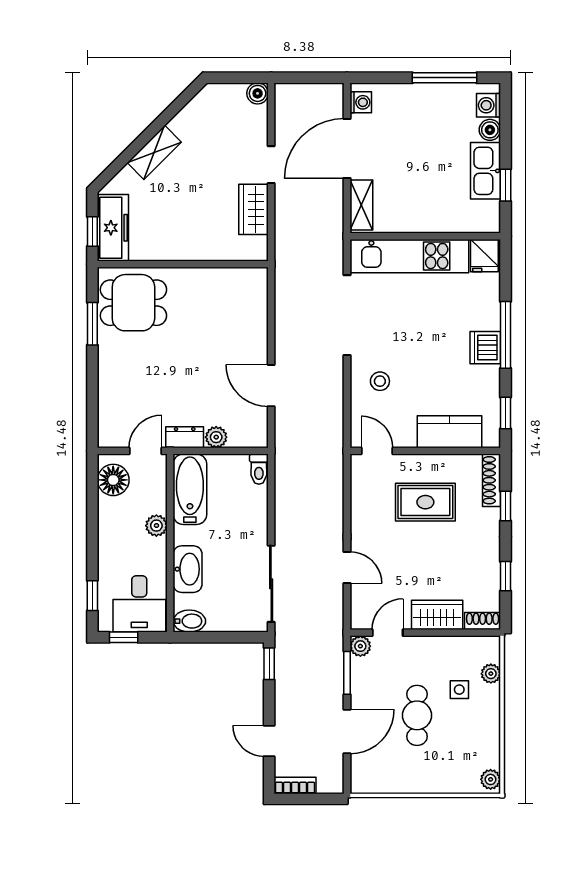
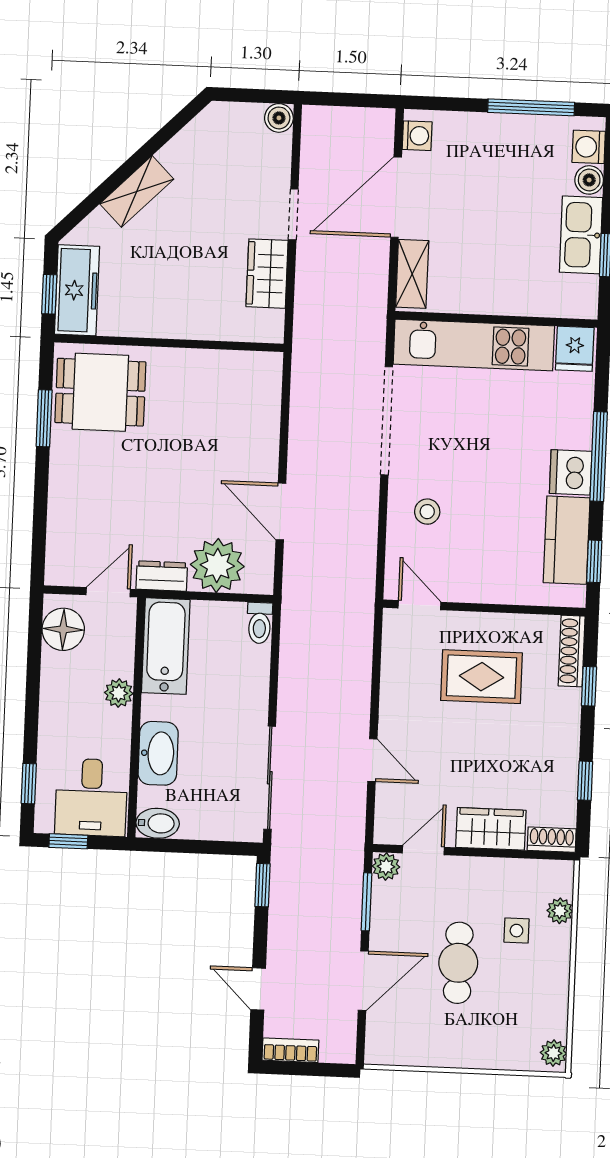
kitchen counter: (449, 432) -> (567, 540), moved, turned -90
plant: (216, 437) -> (217, 565), width x1.88, depth x1.88

